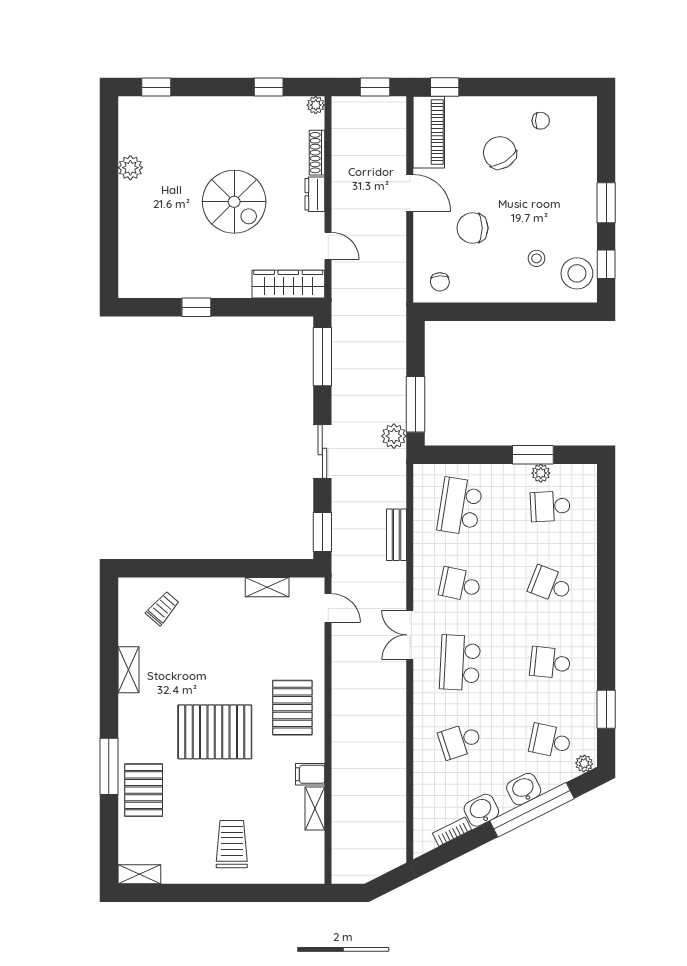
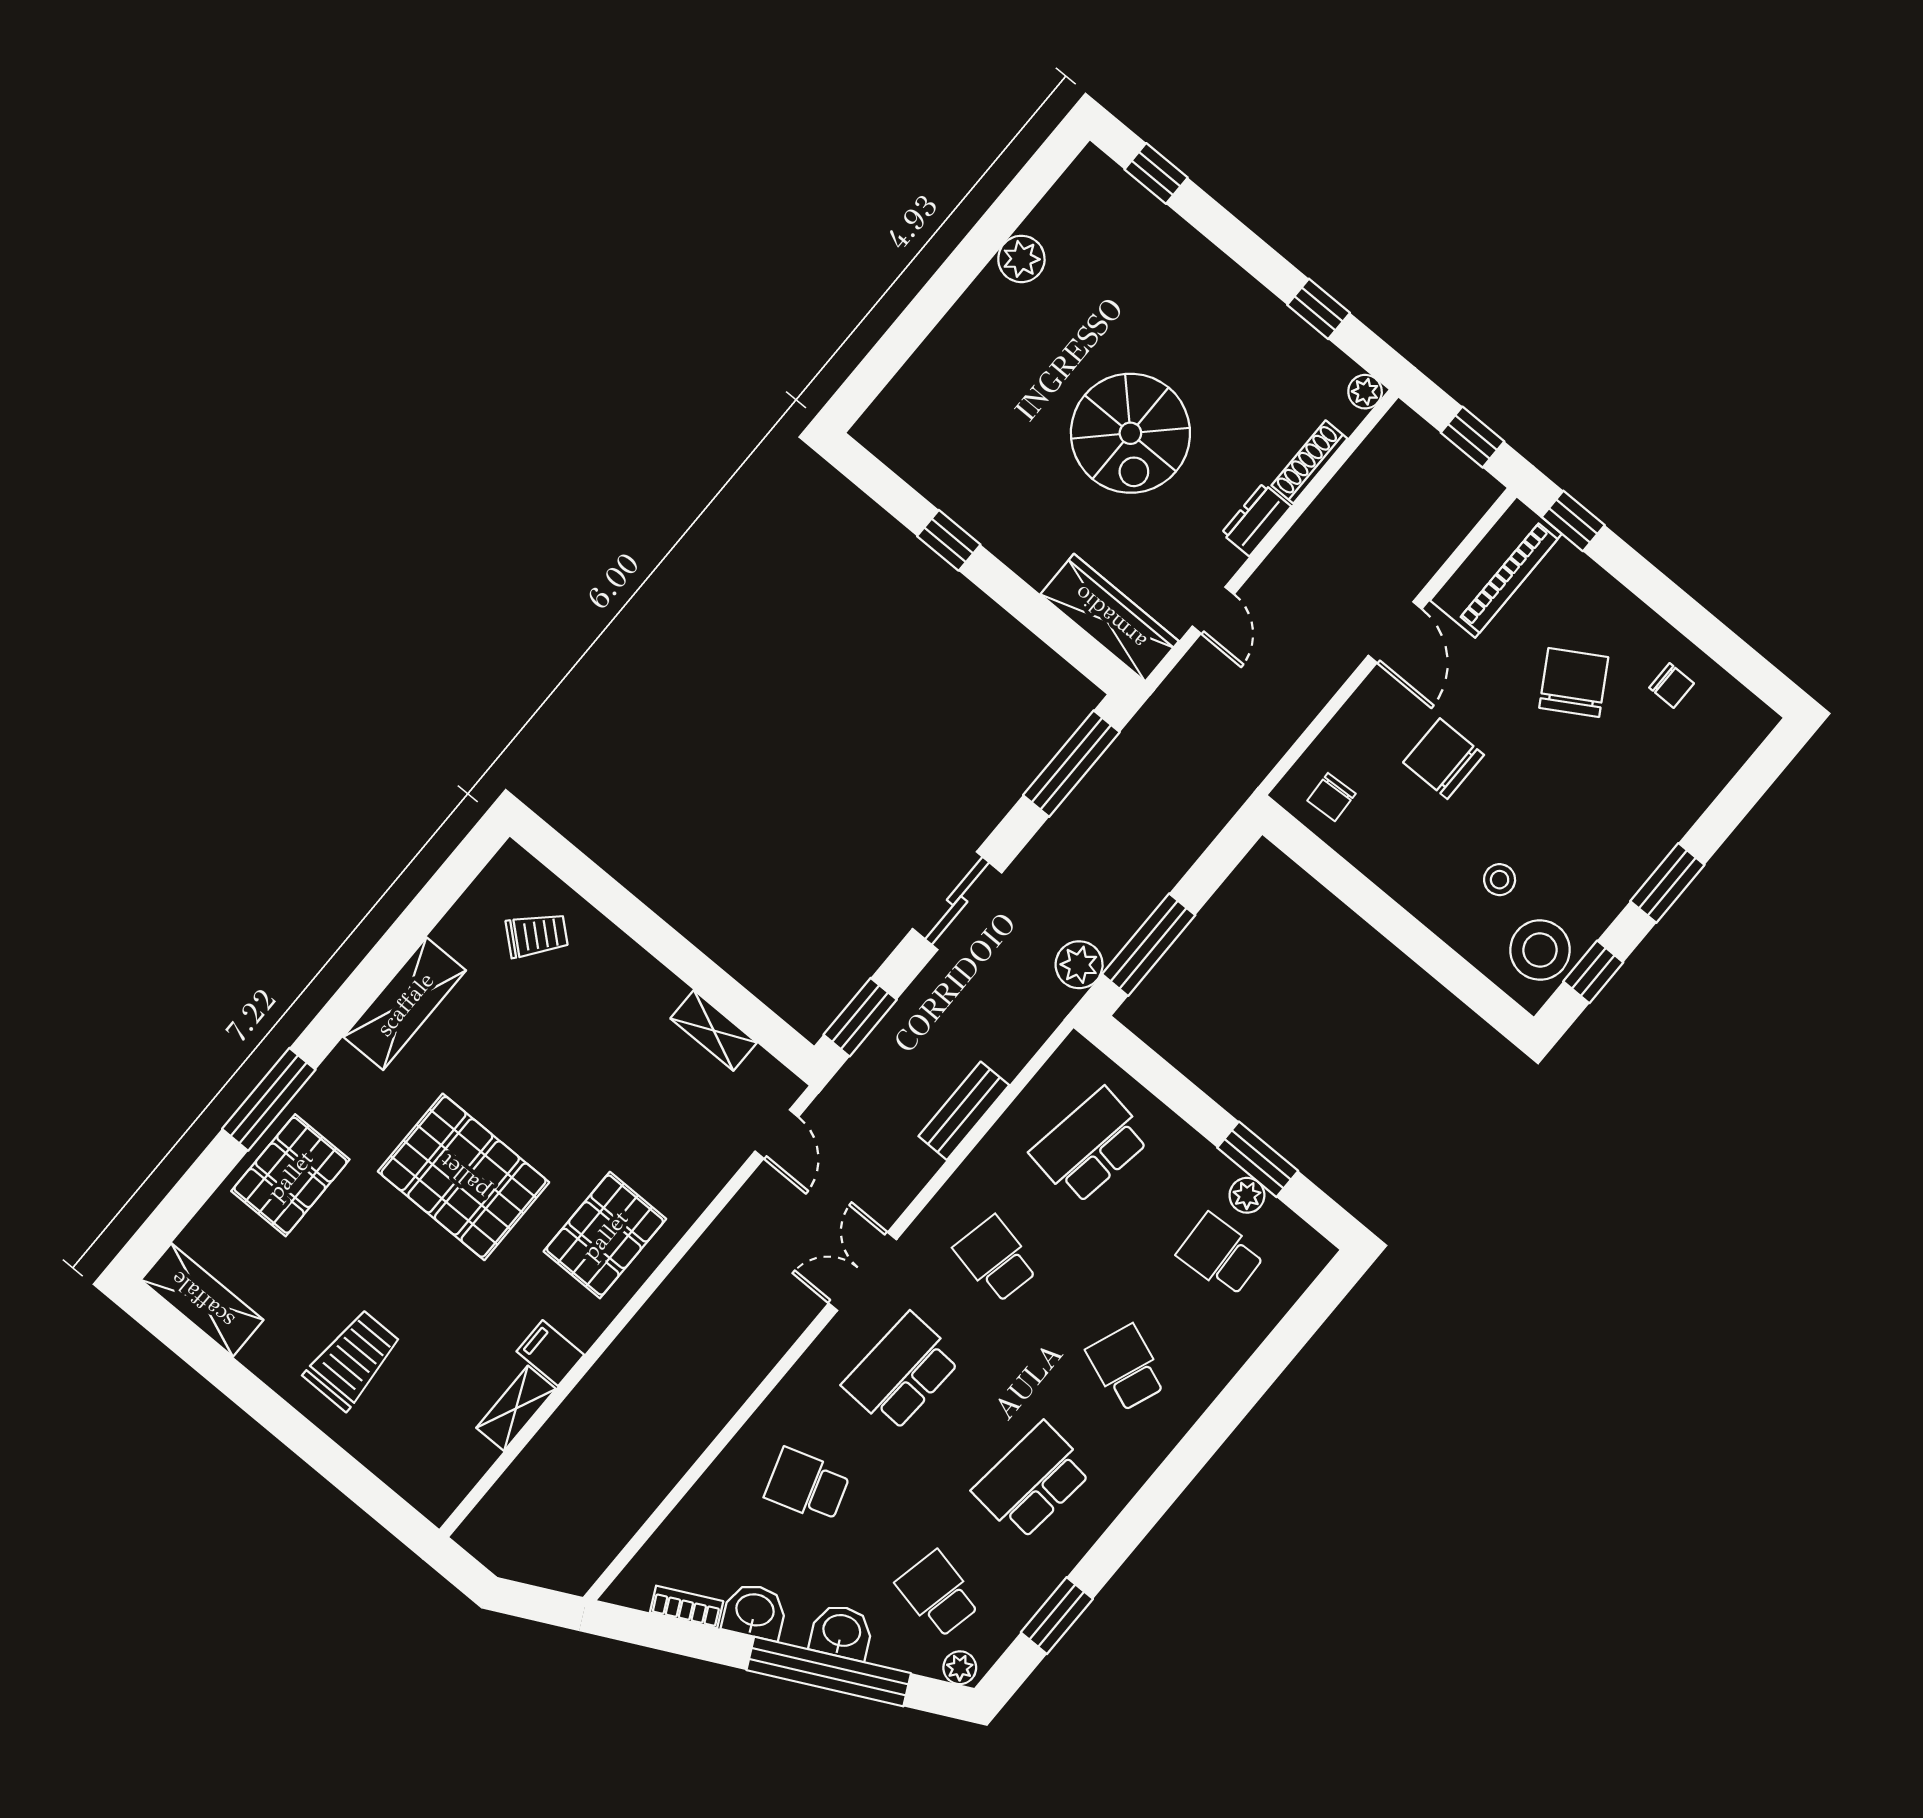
school desk: (550, 663) -> (1032, 1481), width x1.85
shelving: (128, 670) -> (405, 1004), width x1.50, depth x1.33
shelving: (139, 874) -> (202, 1300), width x1.50, depth x1.33

